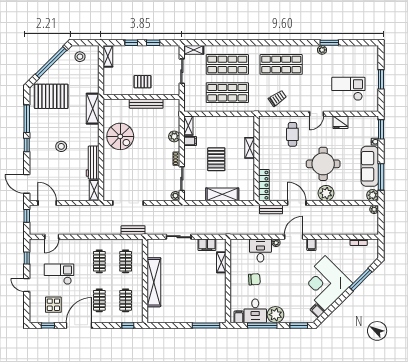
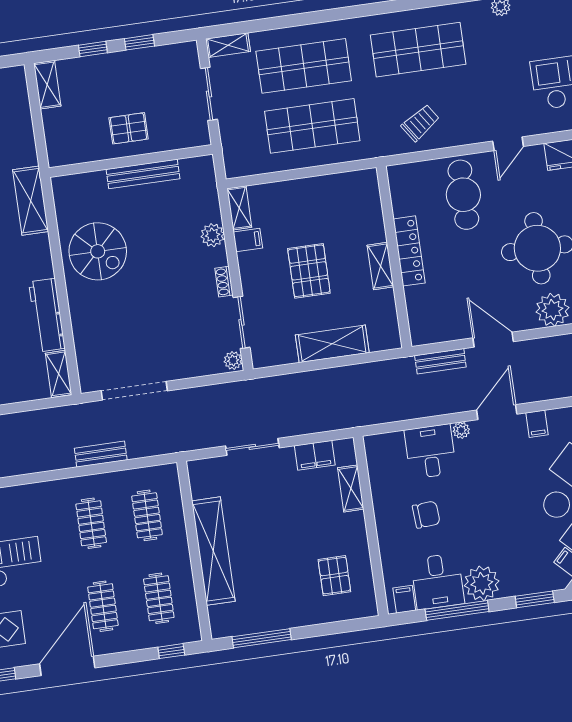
cafe table: (292, 134) -> (463, 195), width x1.37, depth x1.35
shelving: (250, 148) -> (380, 266), moved
locker: (264, 185) -> (409, 251), moved
bench: (133, 230) -> (101, 454), moved
pallet: (208, 301) -> (334, 576), added
window: (206, 326) -> (262, 638), moved

